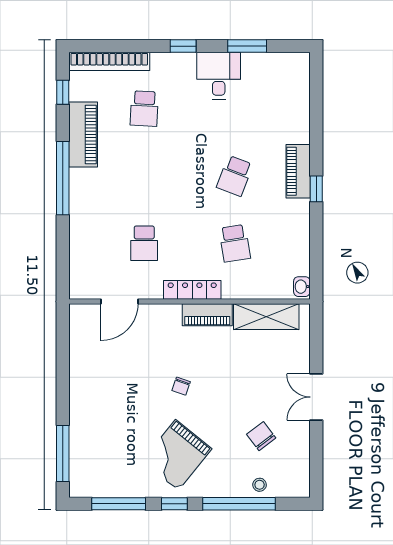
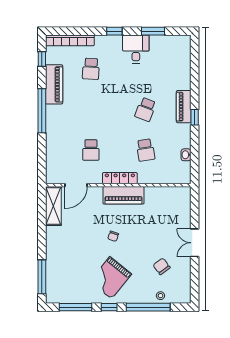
washbasin: (302, 287) -> (186, 155), moved
piano: (207, 315) -> (123, 195), width x1.37, depth x1.33
shelving: (266, 317) -> (53, 206), moved, turned 90

